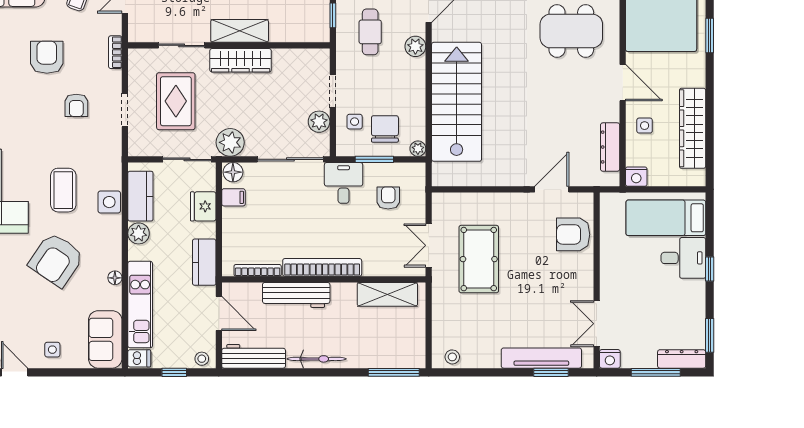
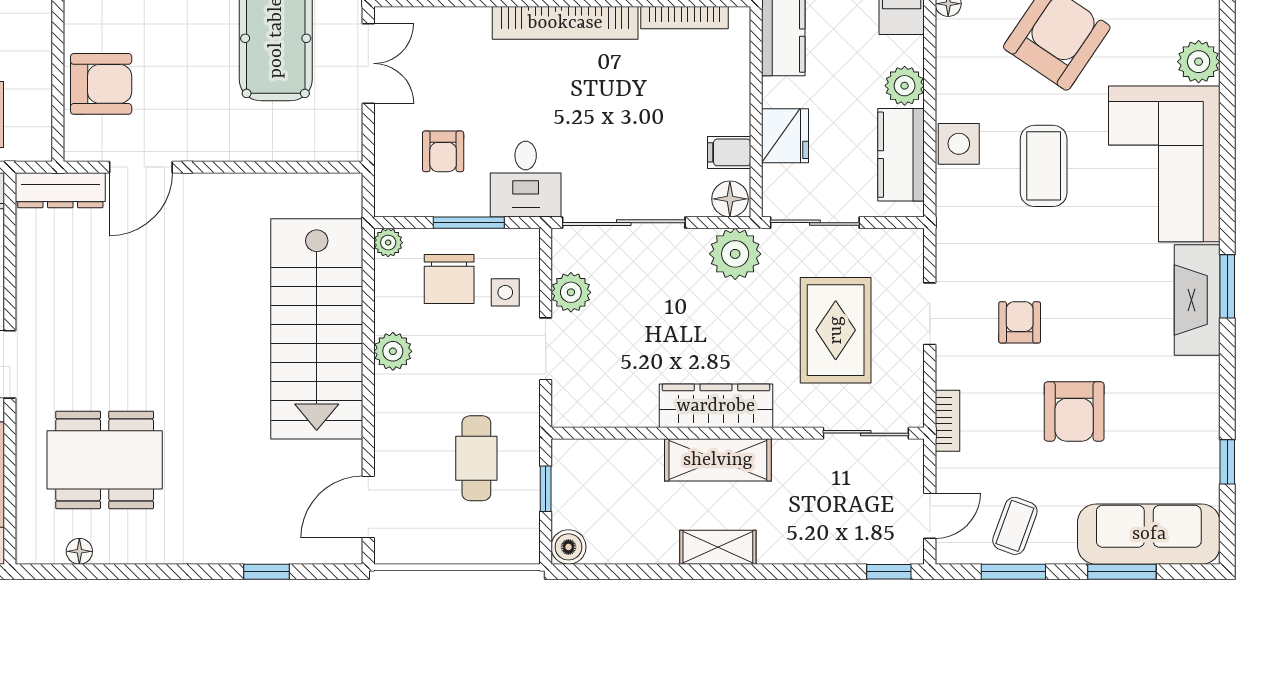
sliding door: (182, 45) -> (866, 433), moved
plant: (415, 46) -> (393, 351), moved
dresser: (610, 147) -> (60, 190), moved, turned 90

